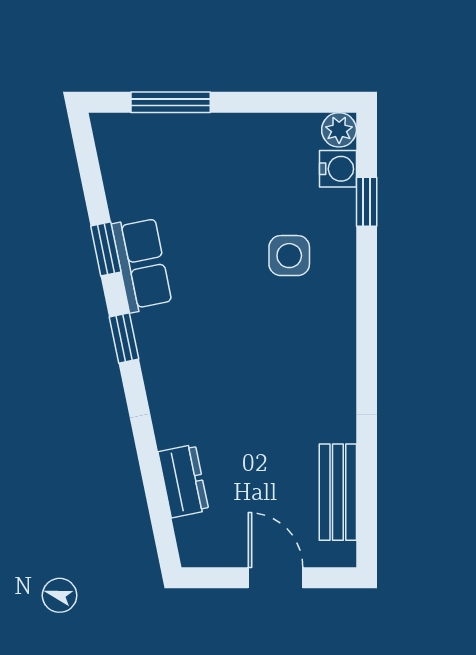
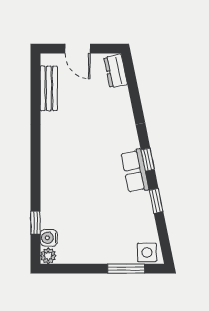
side table: (289, 256) -> (147, 252), moved
row of seats: (142, 264) -> (135, 171), moved
dresser: (183, 481) -> (116, 71), moved

